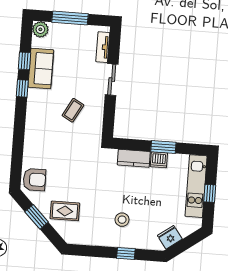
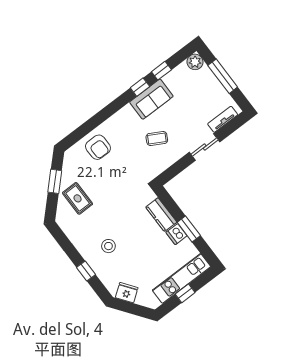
sofa: (41, 68) -> (151, 99), moved
armchair: (34, 180) -> (98, 147), moved

